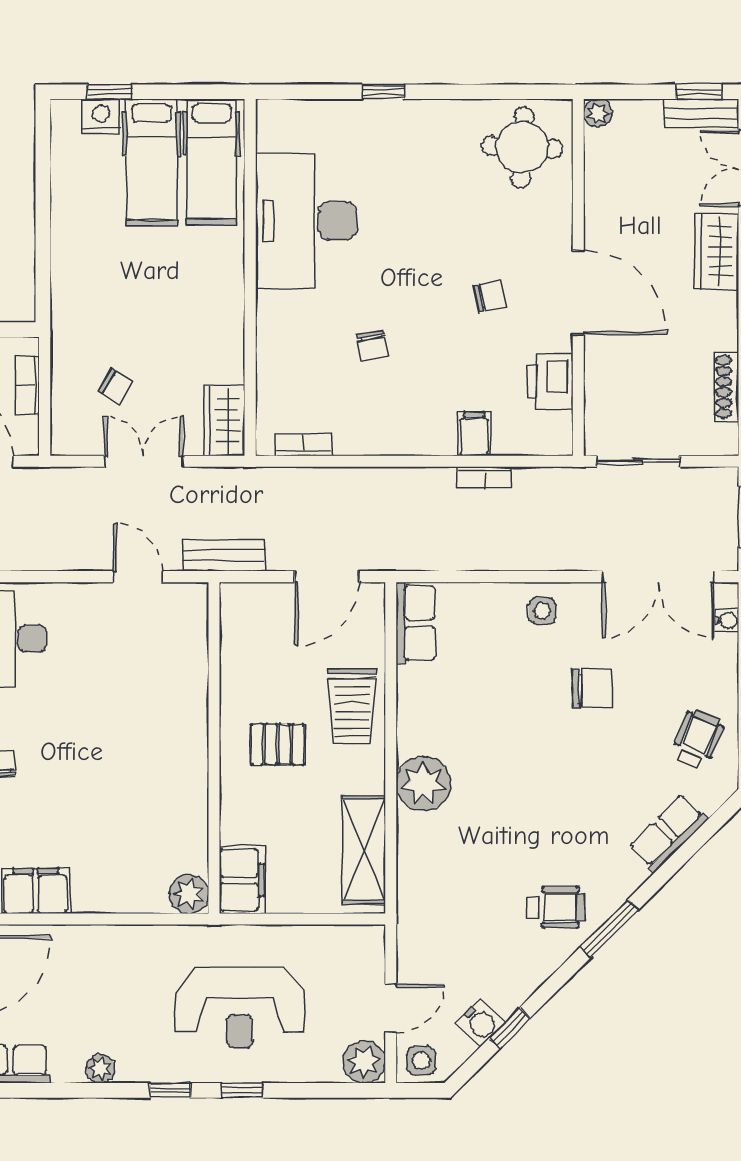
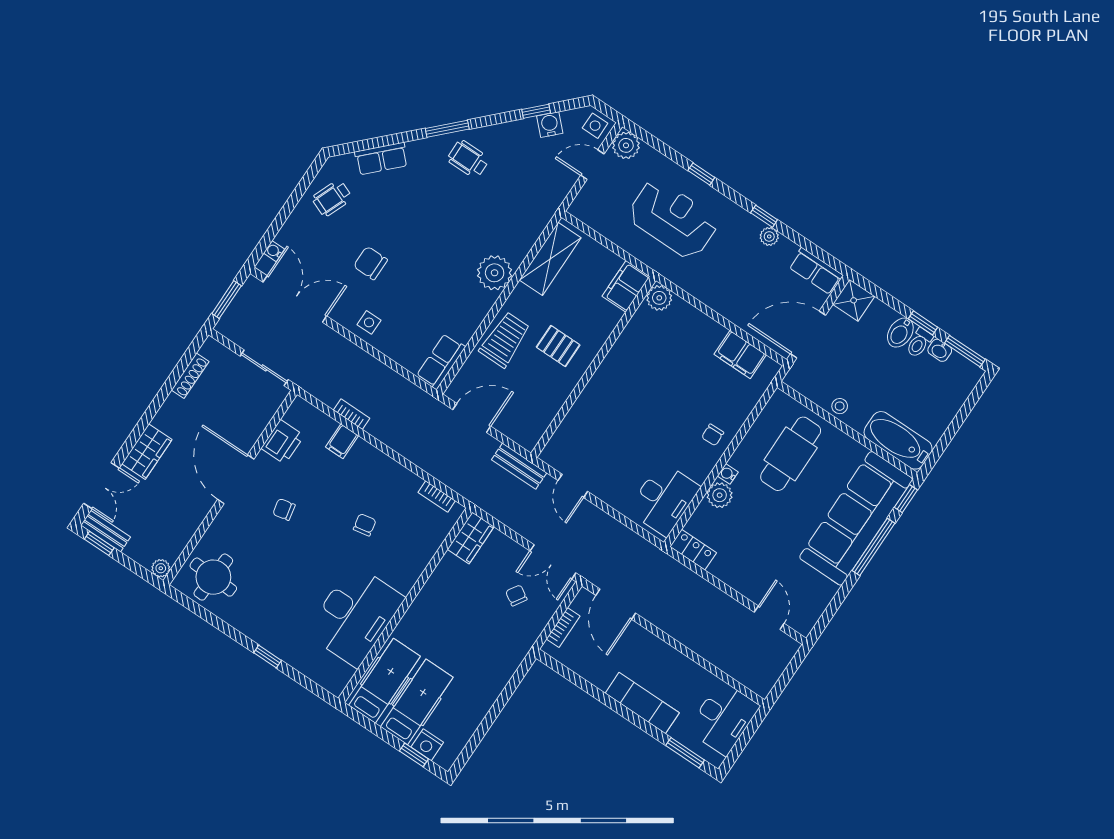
double door: (144, 461) -> (553, 562), moved
window: (170, 1090) -> (764, 216), moved

